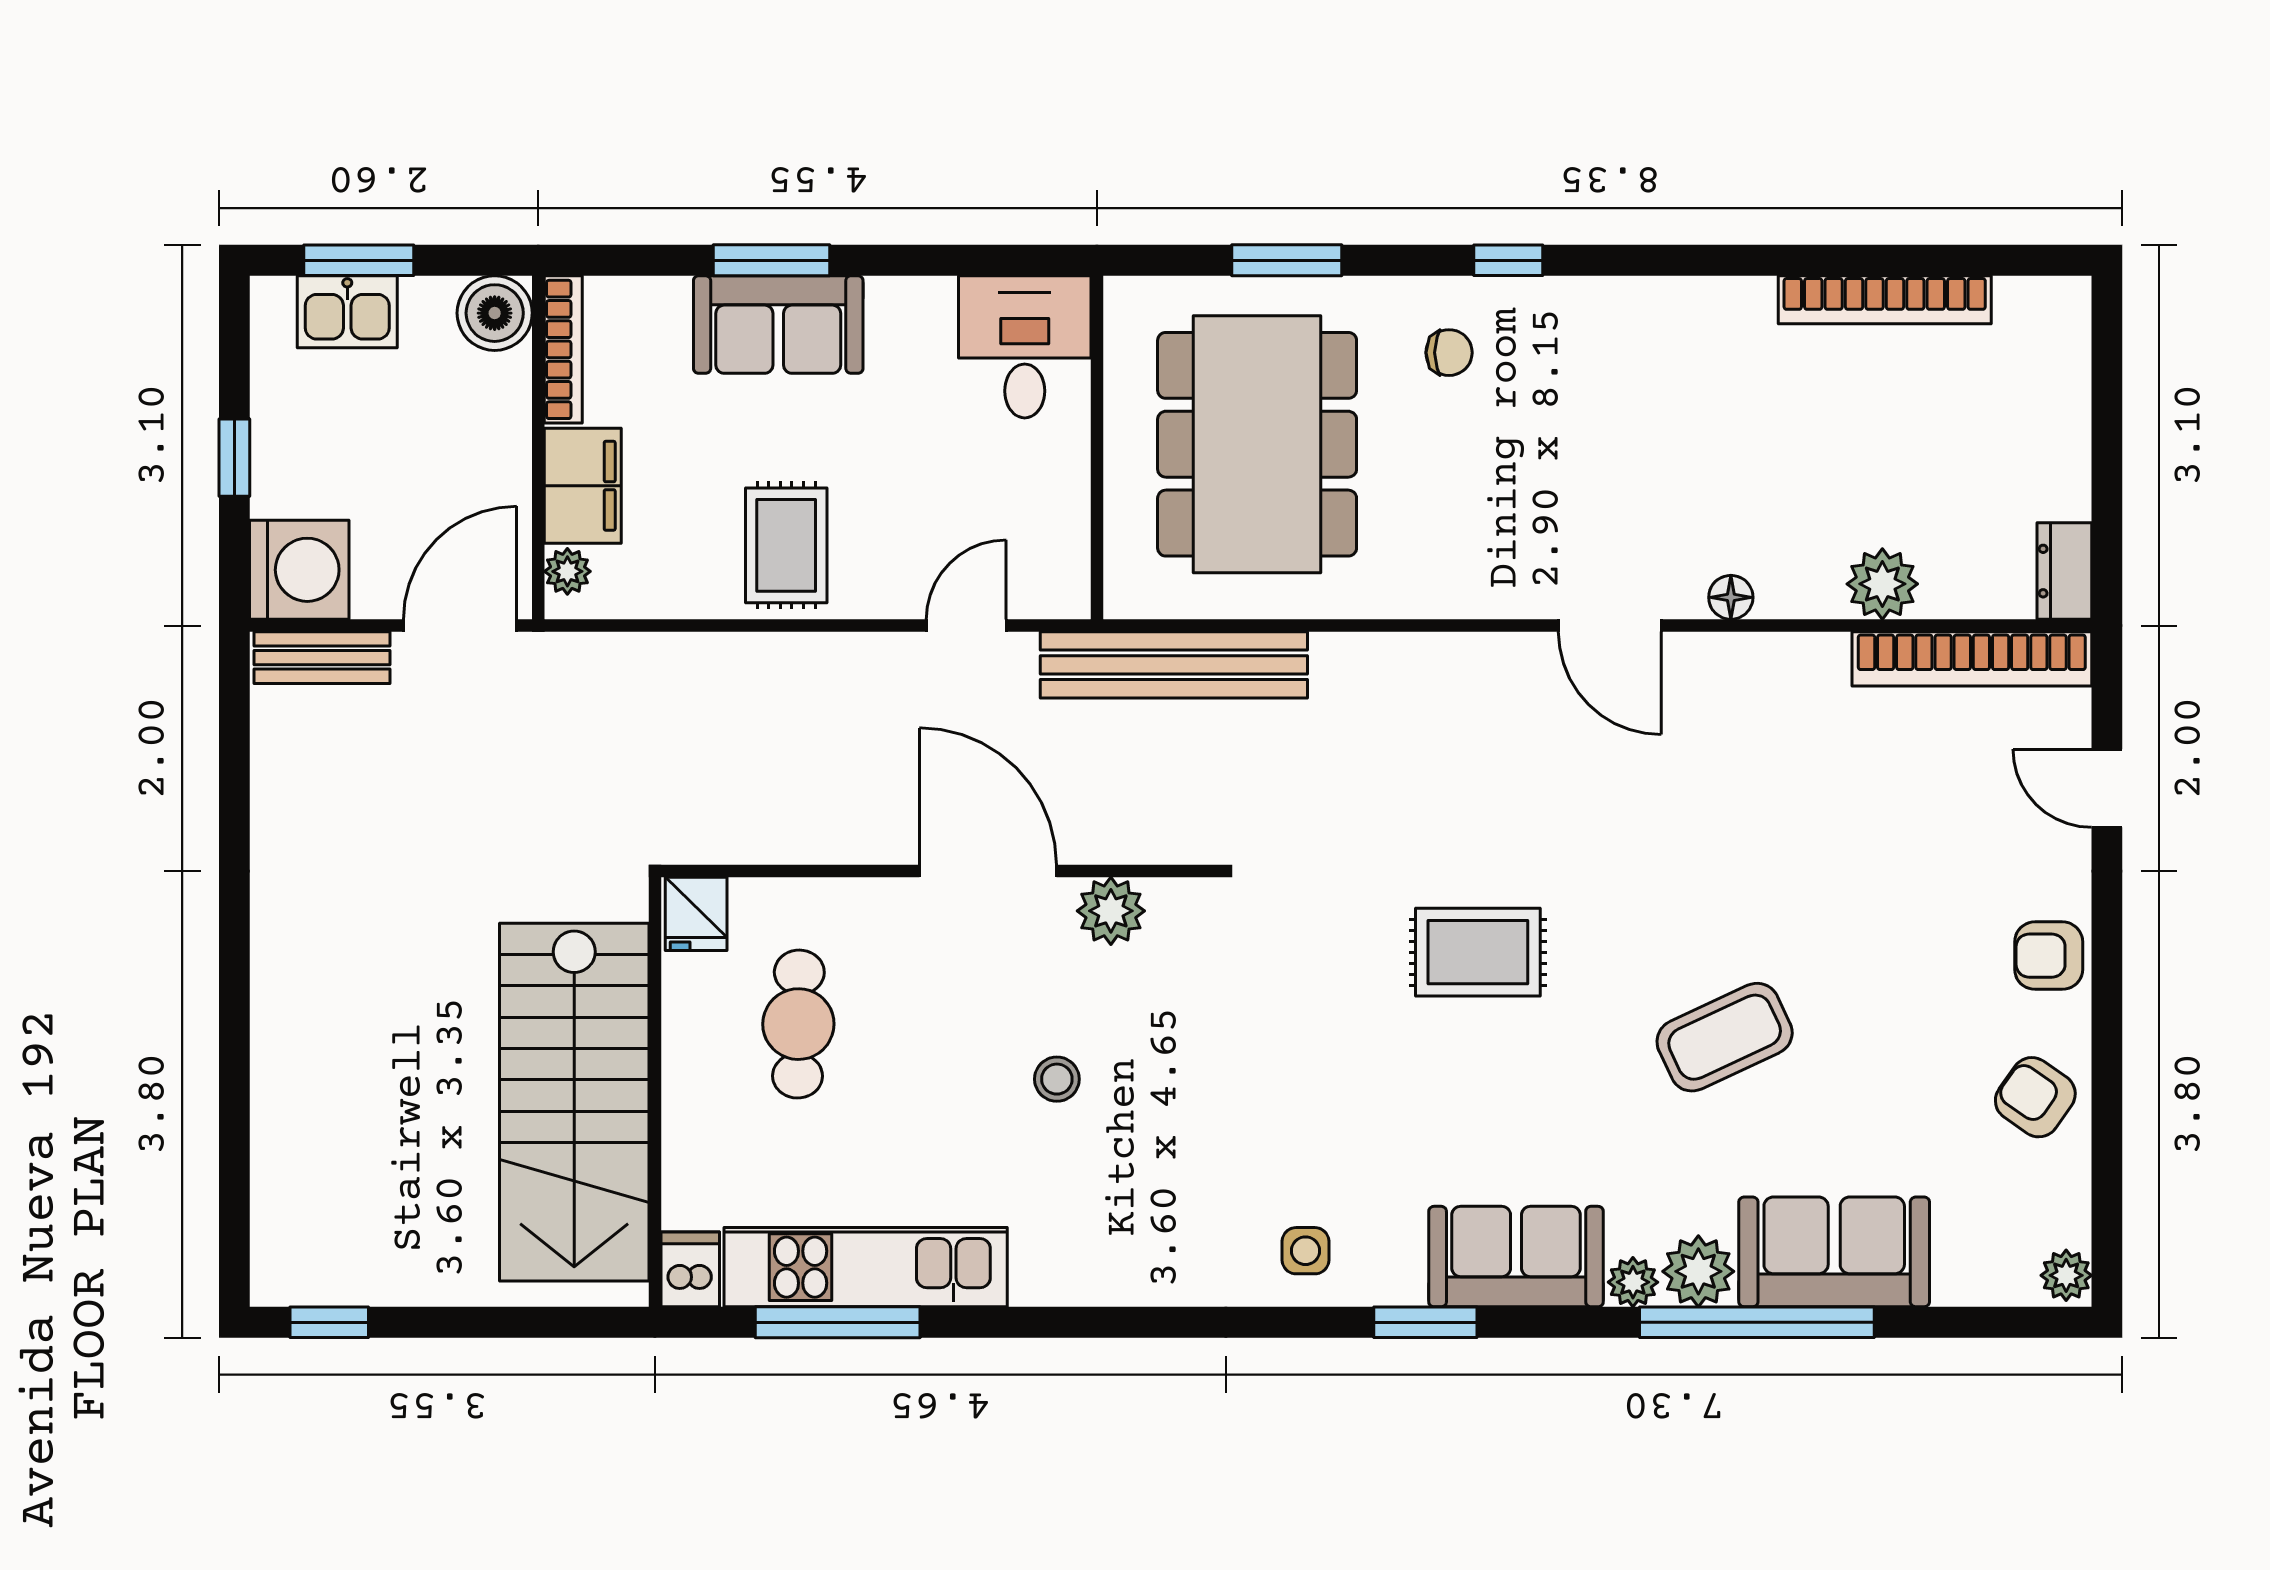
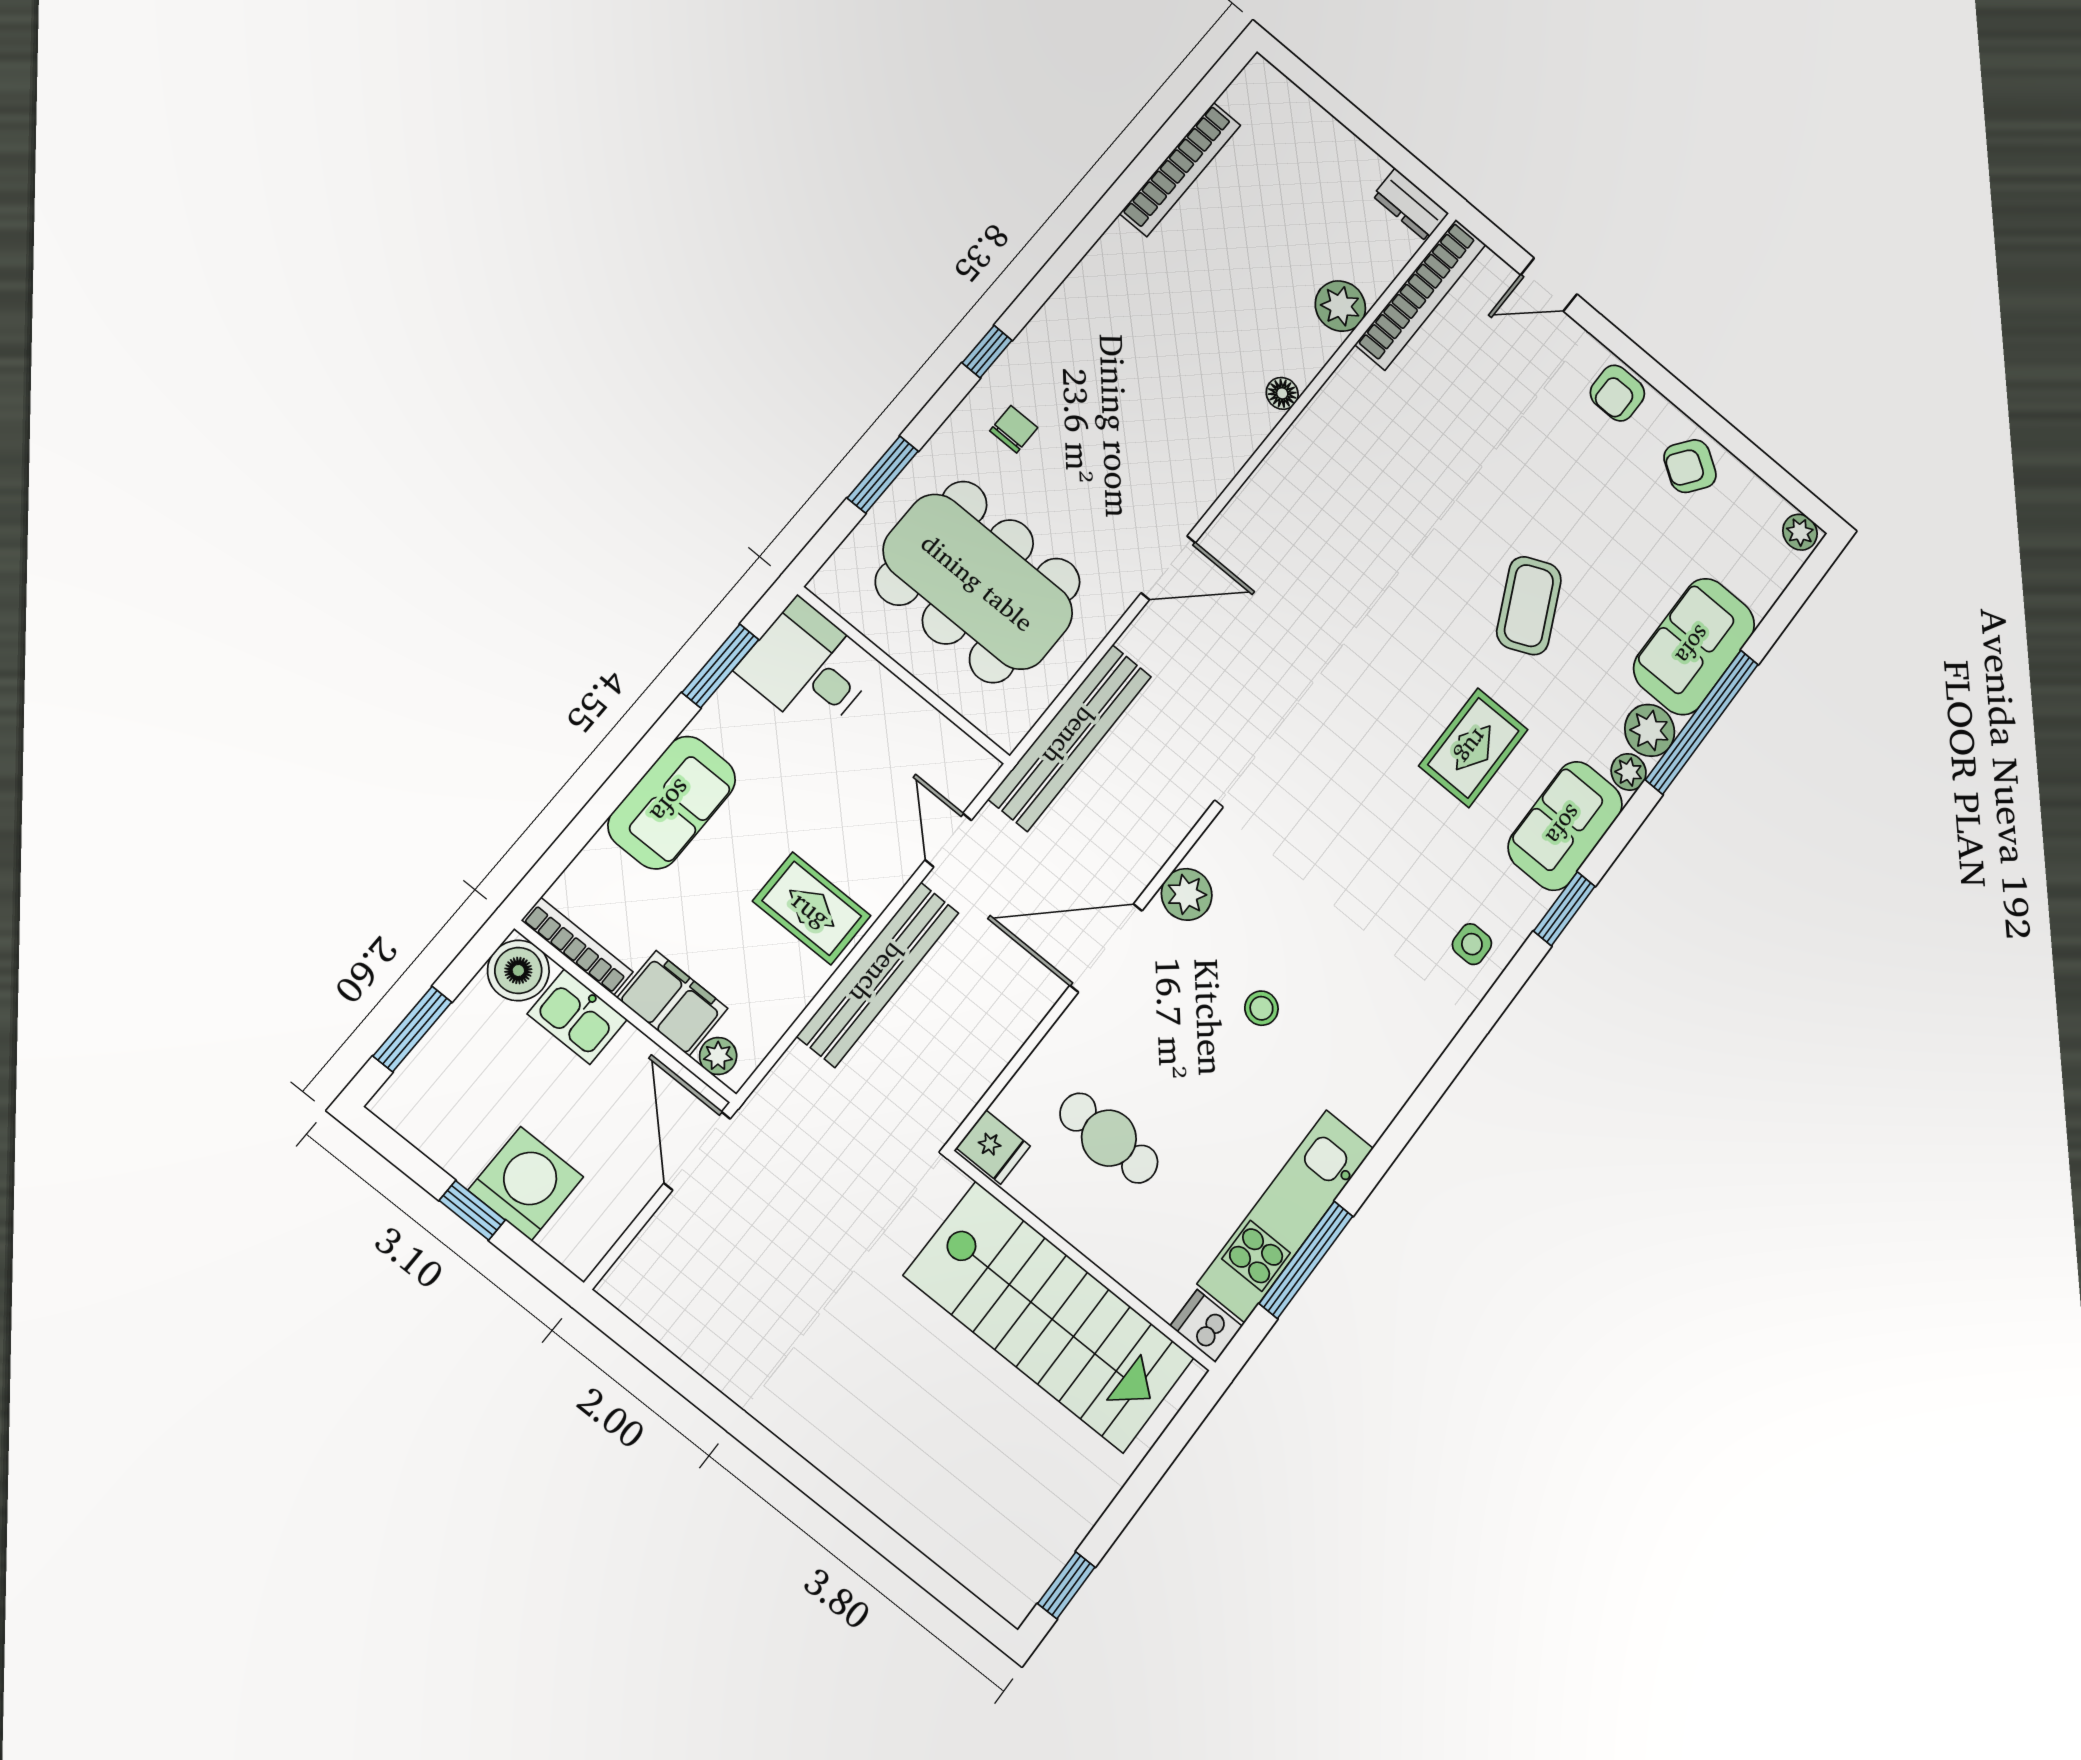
window: (772, 260) -> (720, 666), moved
kitchen sink: (347, 312) -> (577, 1017), moved, turned 90
washing machine: (299, 570) -> (526, 1184), moved
door: (1610, 626) -> (1168, 568), moved
bench: (322, 658) -> (878, 974), moved, width x1.86, depth x1.21
rug: (1478, 952) -> (1473, 748), moved

